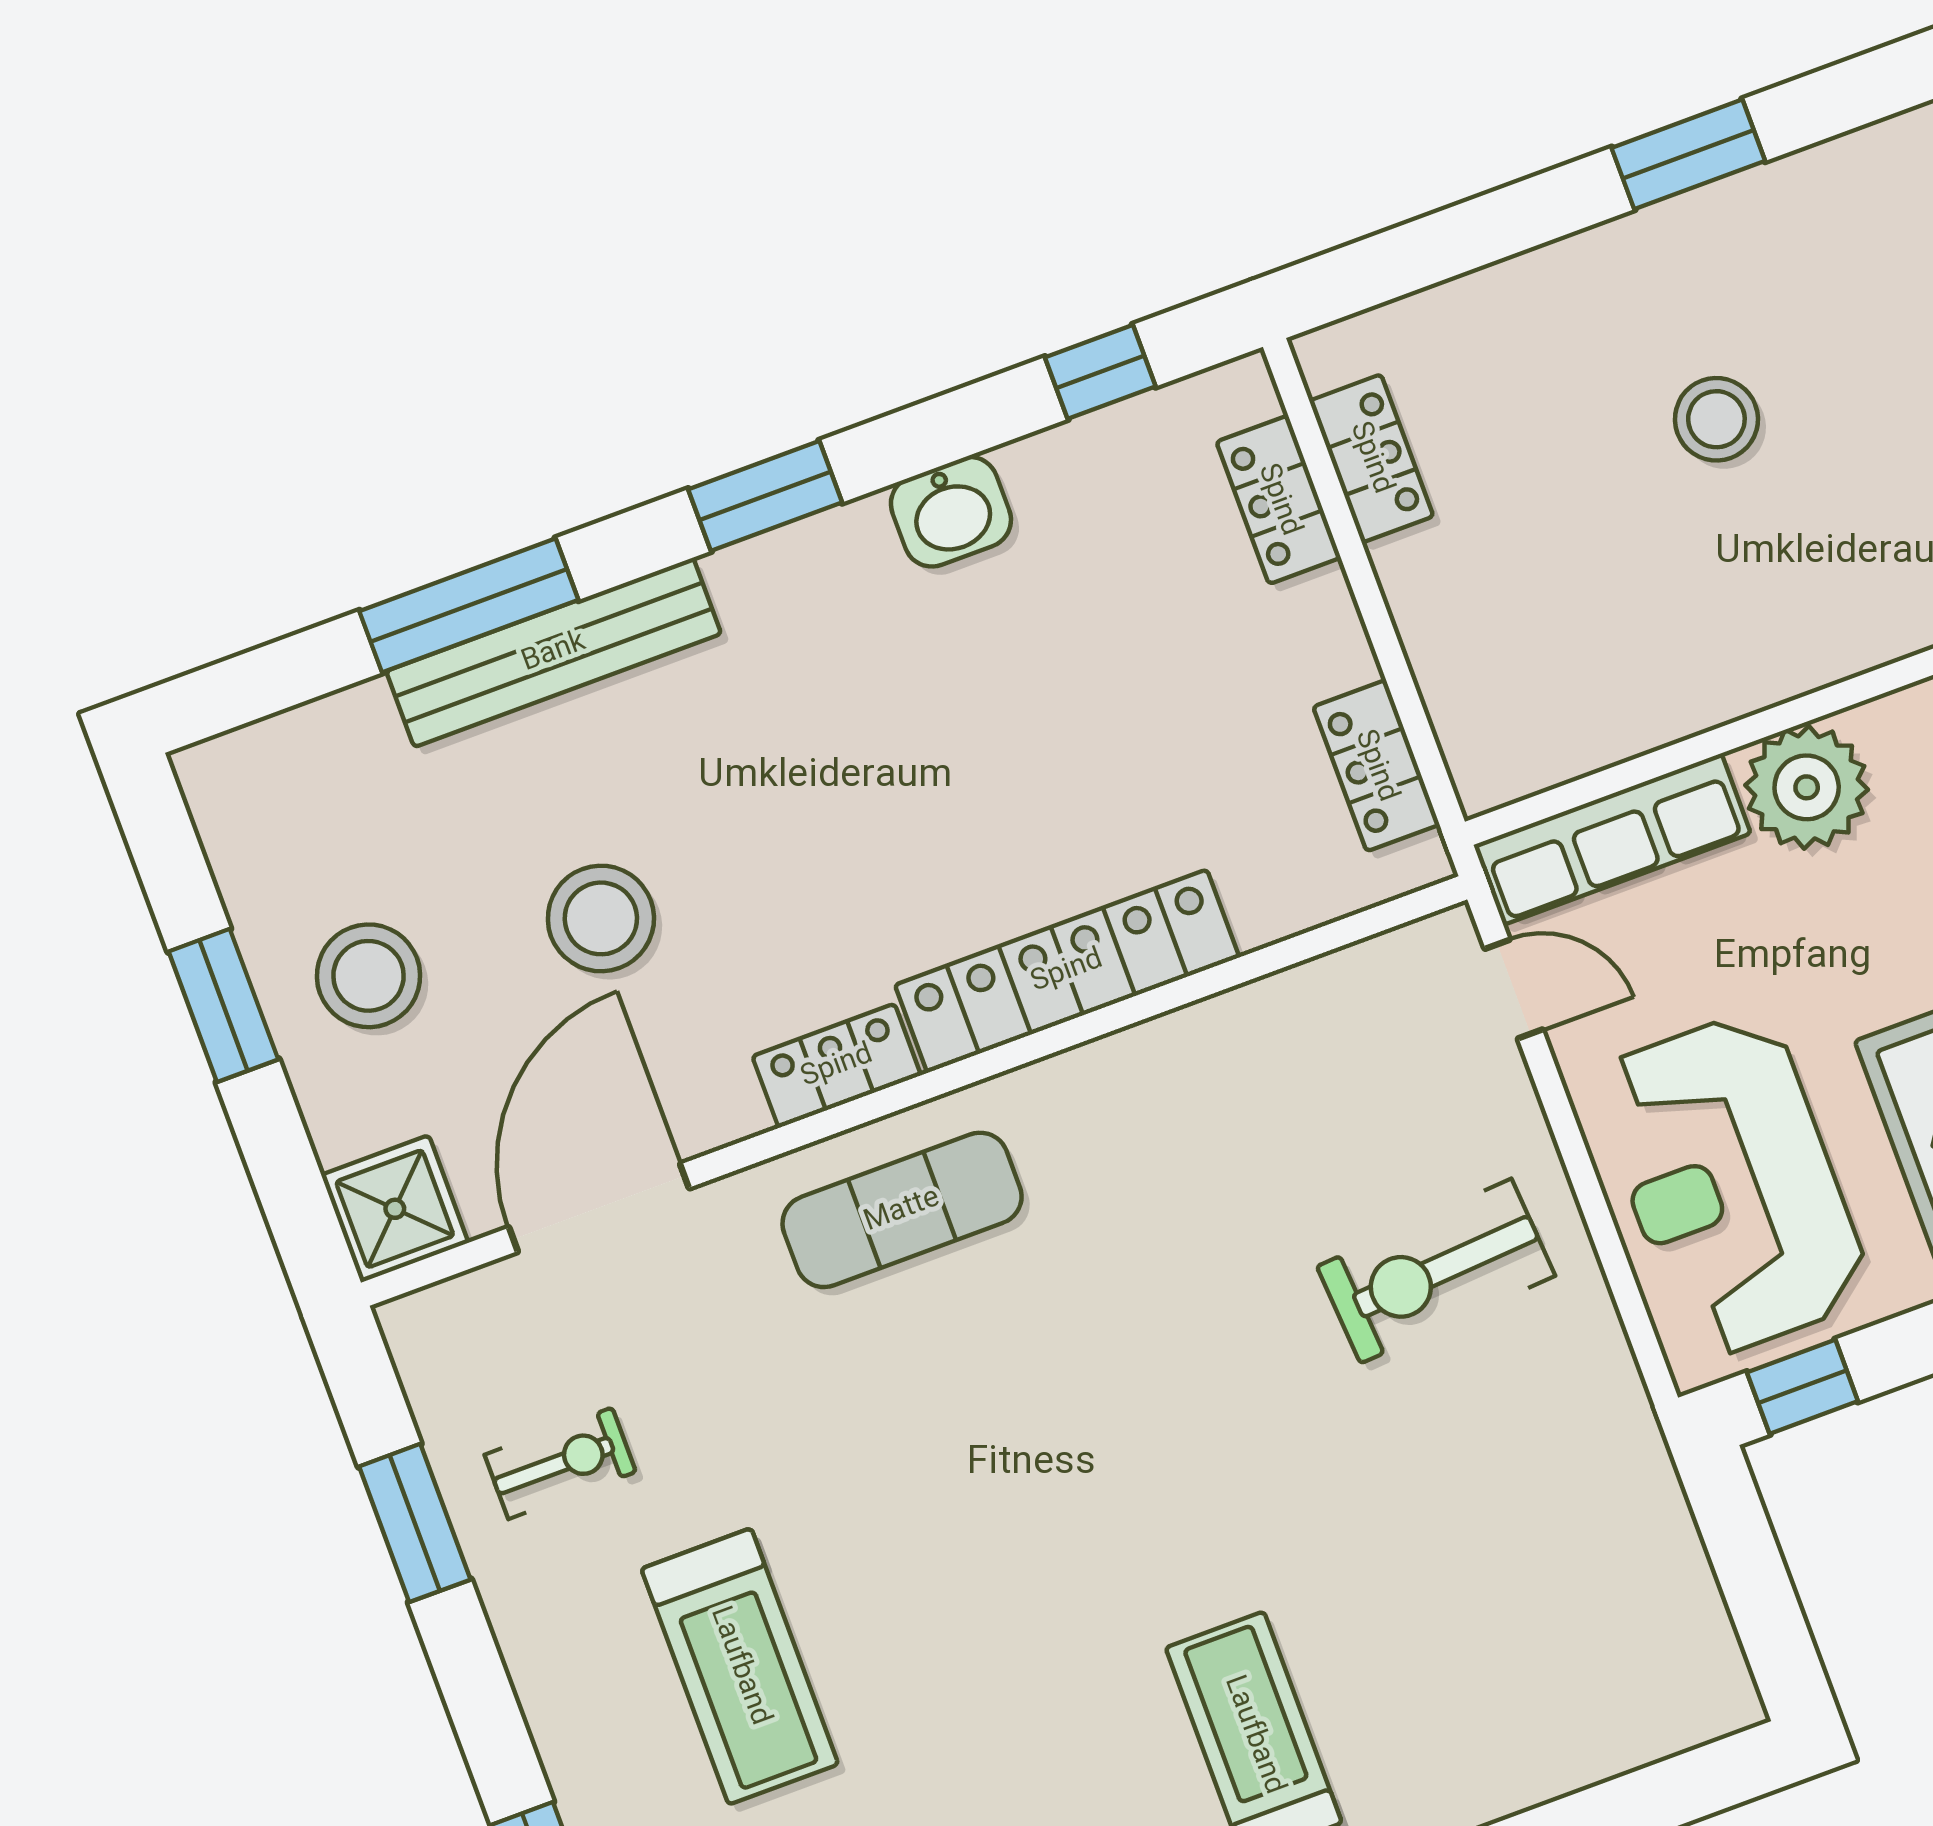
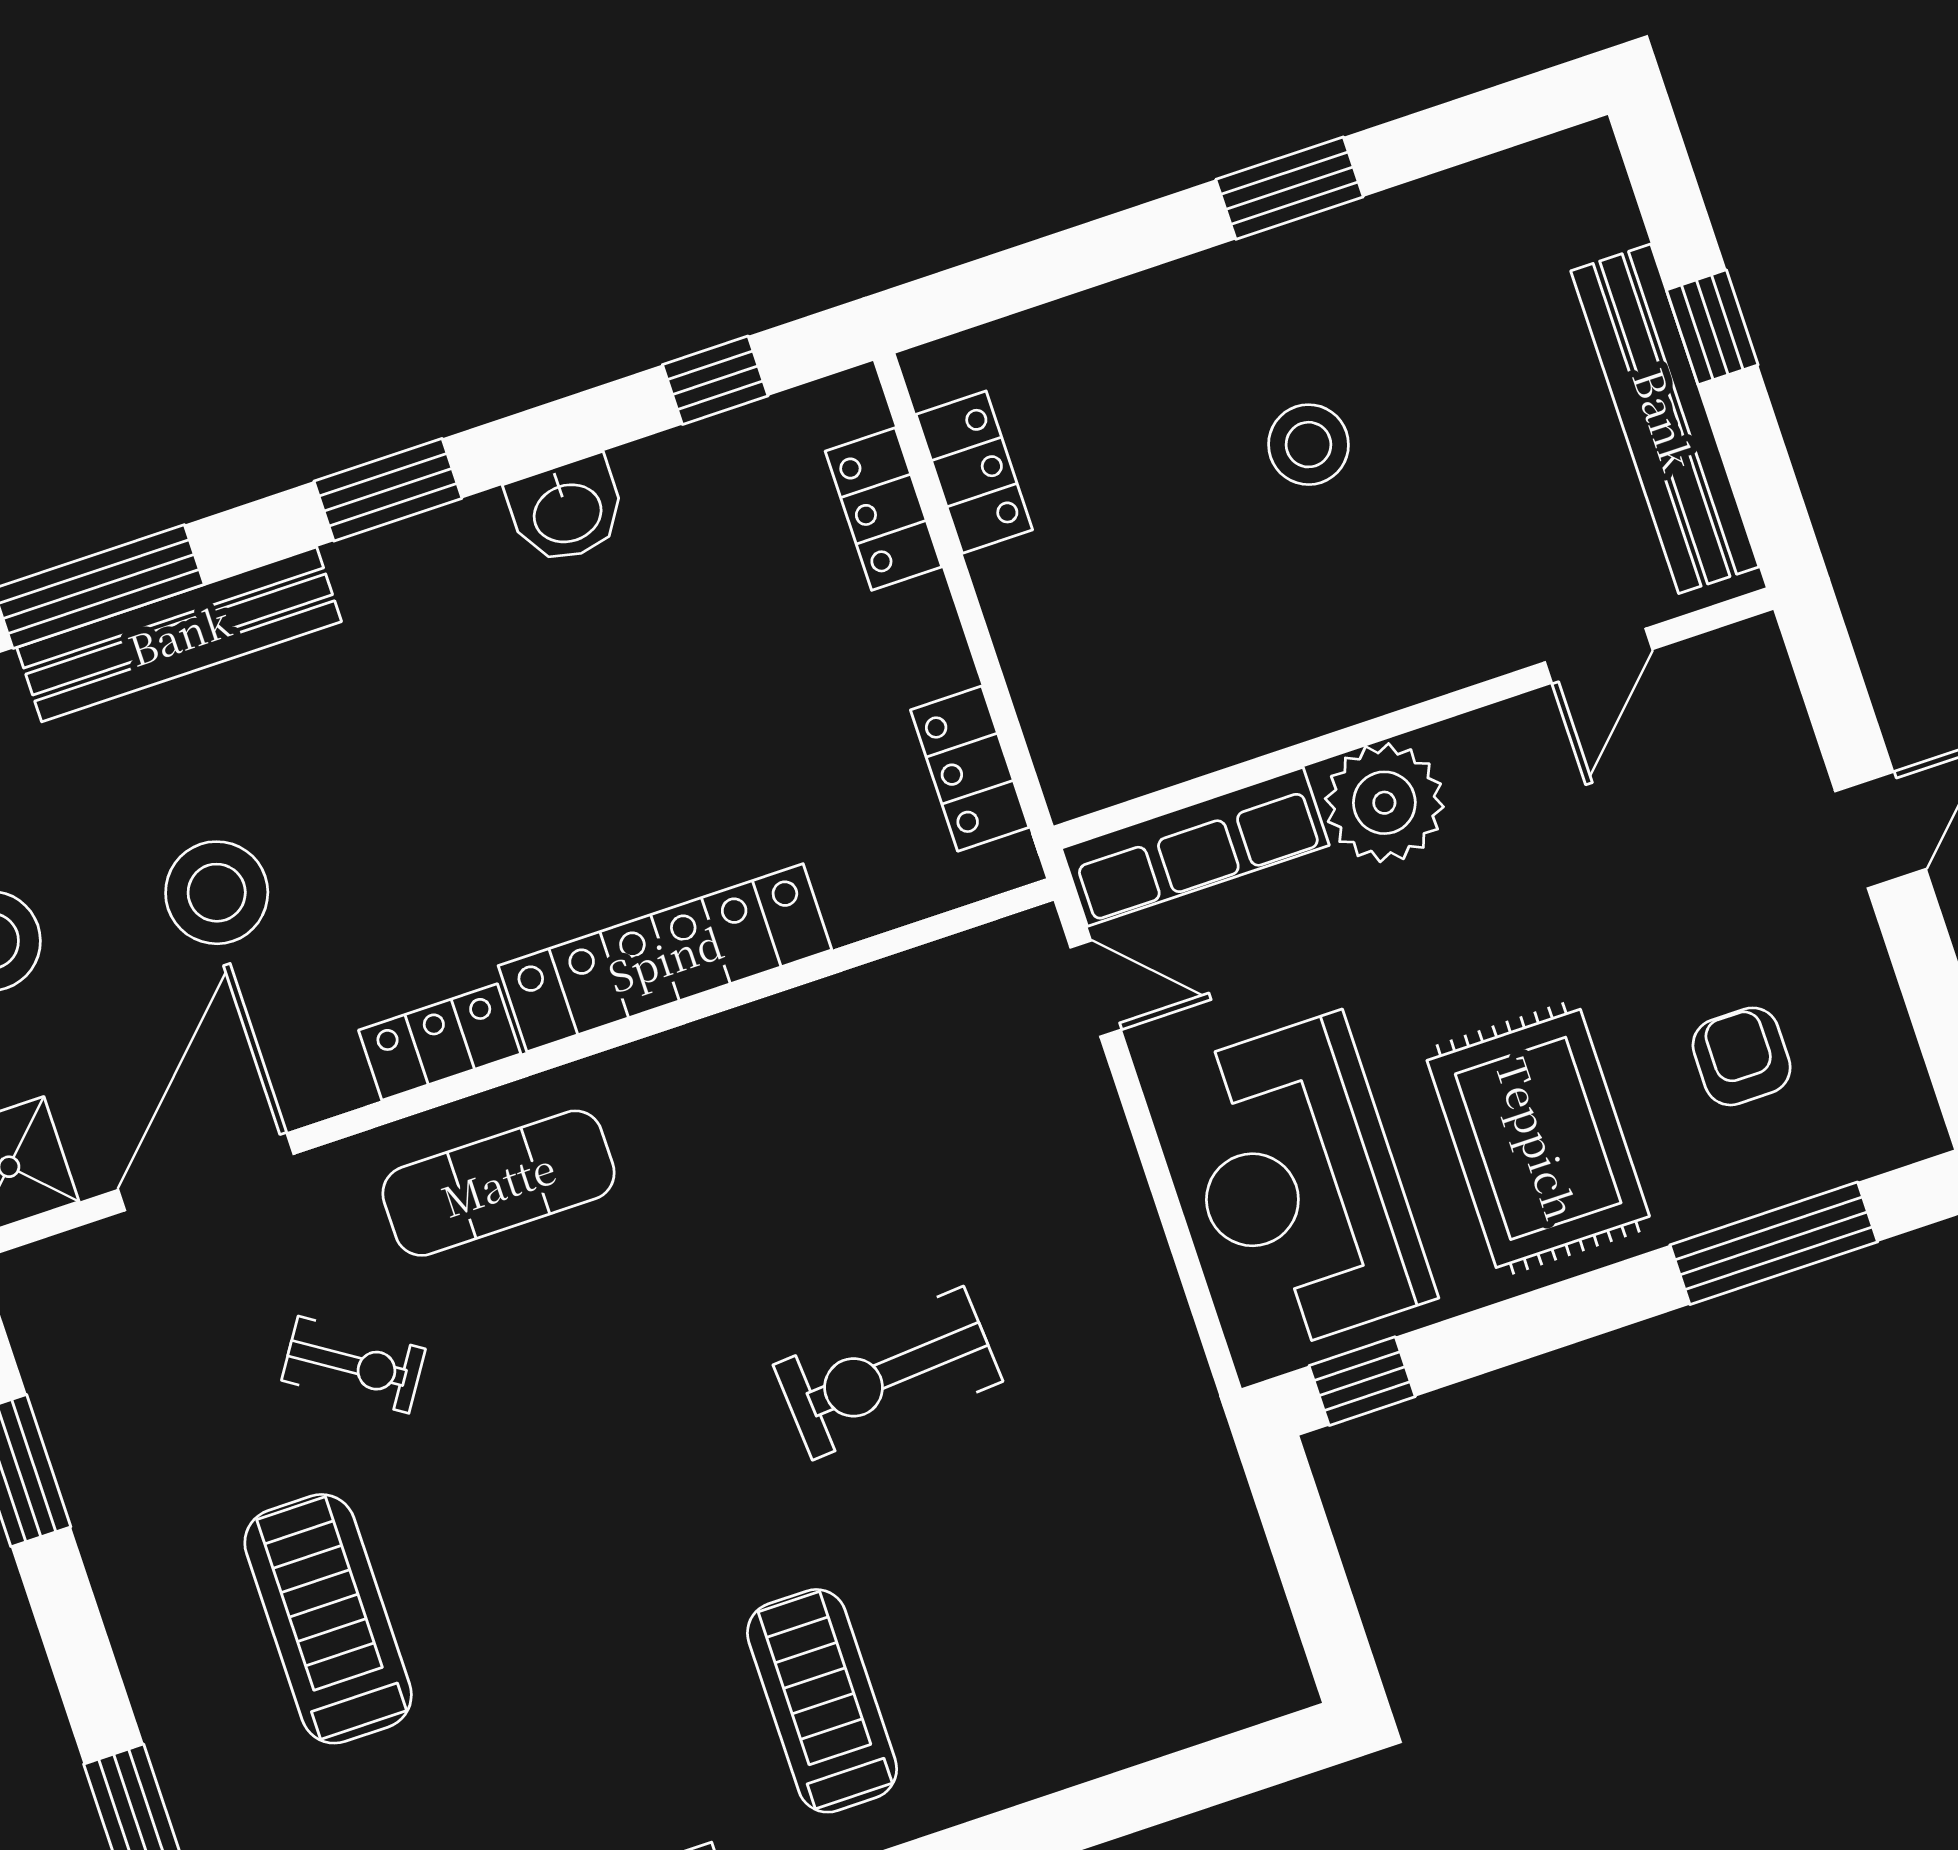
exercise bike: (1436, 1271) -> (888, 1373), moved
exercise bike: (560, 1463) -> (353, 1365), moved, turned 33
treadmill: (740, 1666) -> (328, 1619), turned 180

